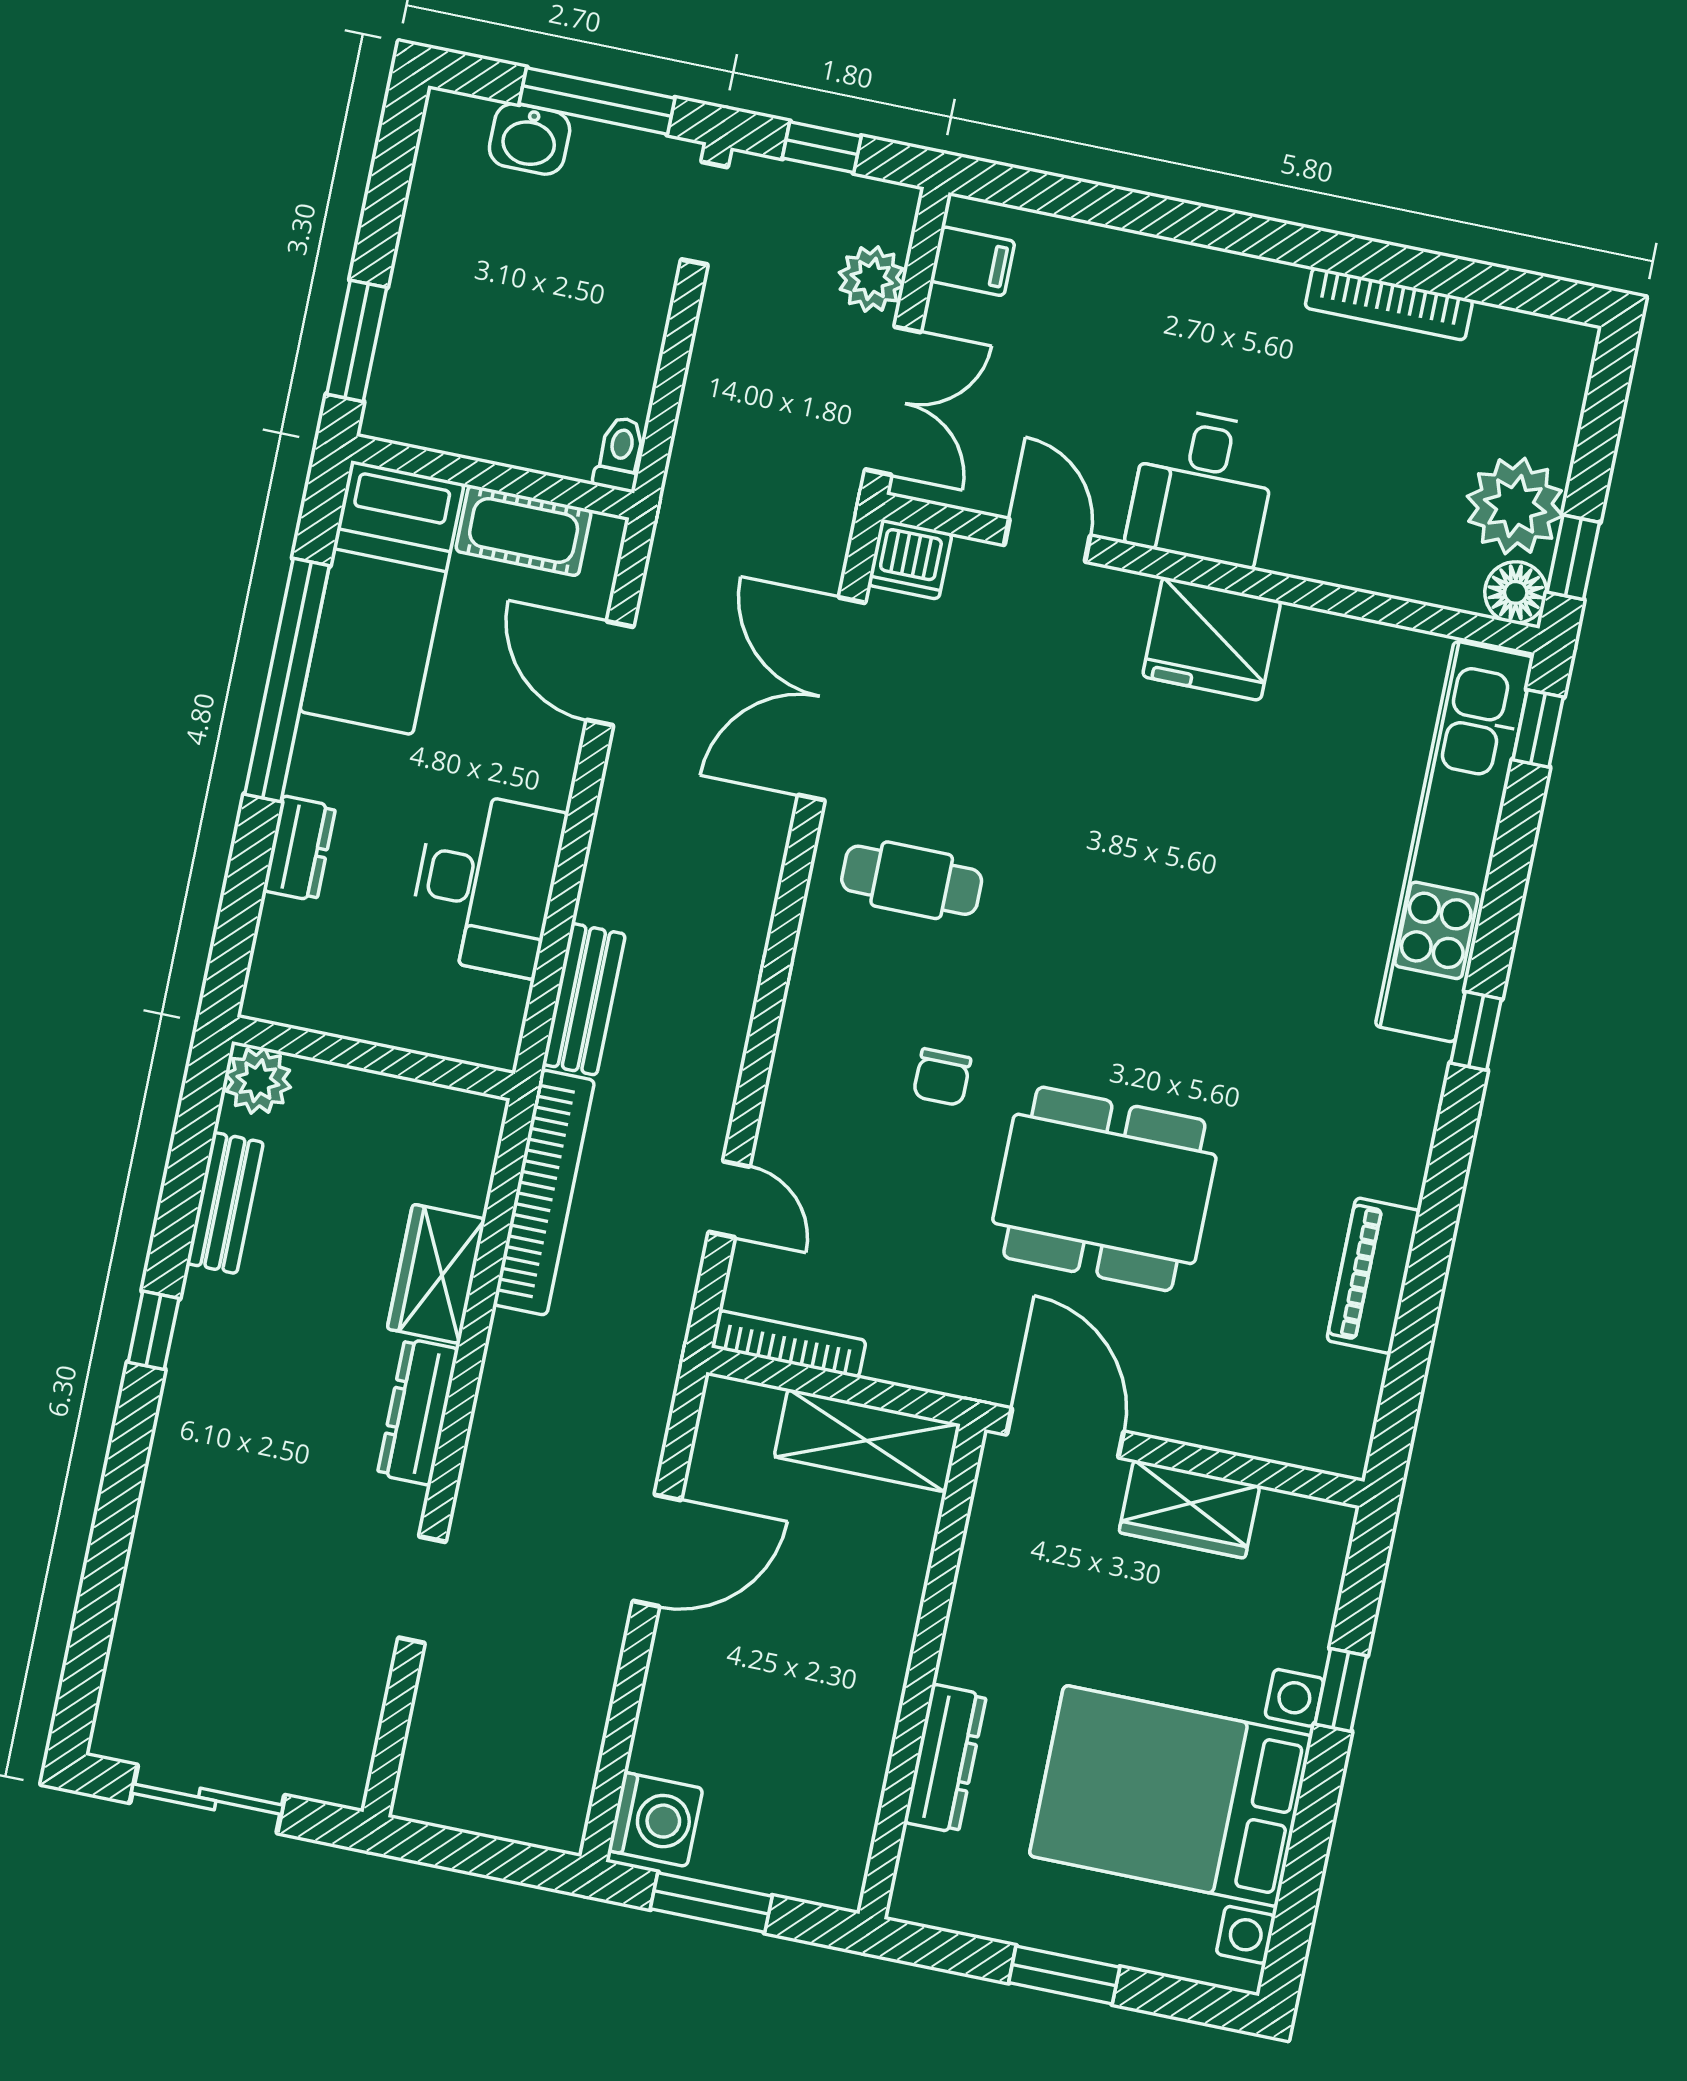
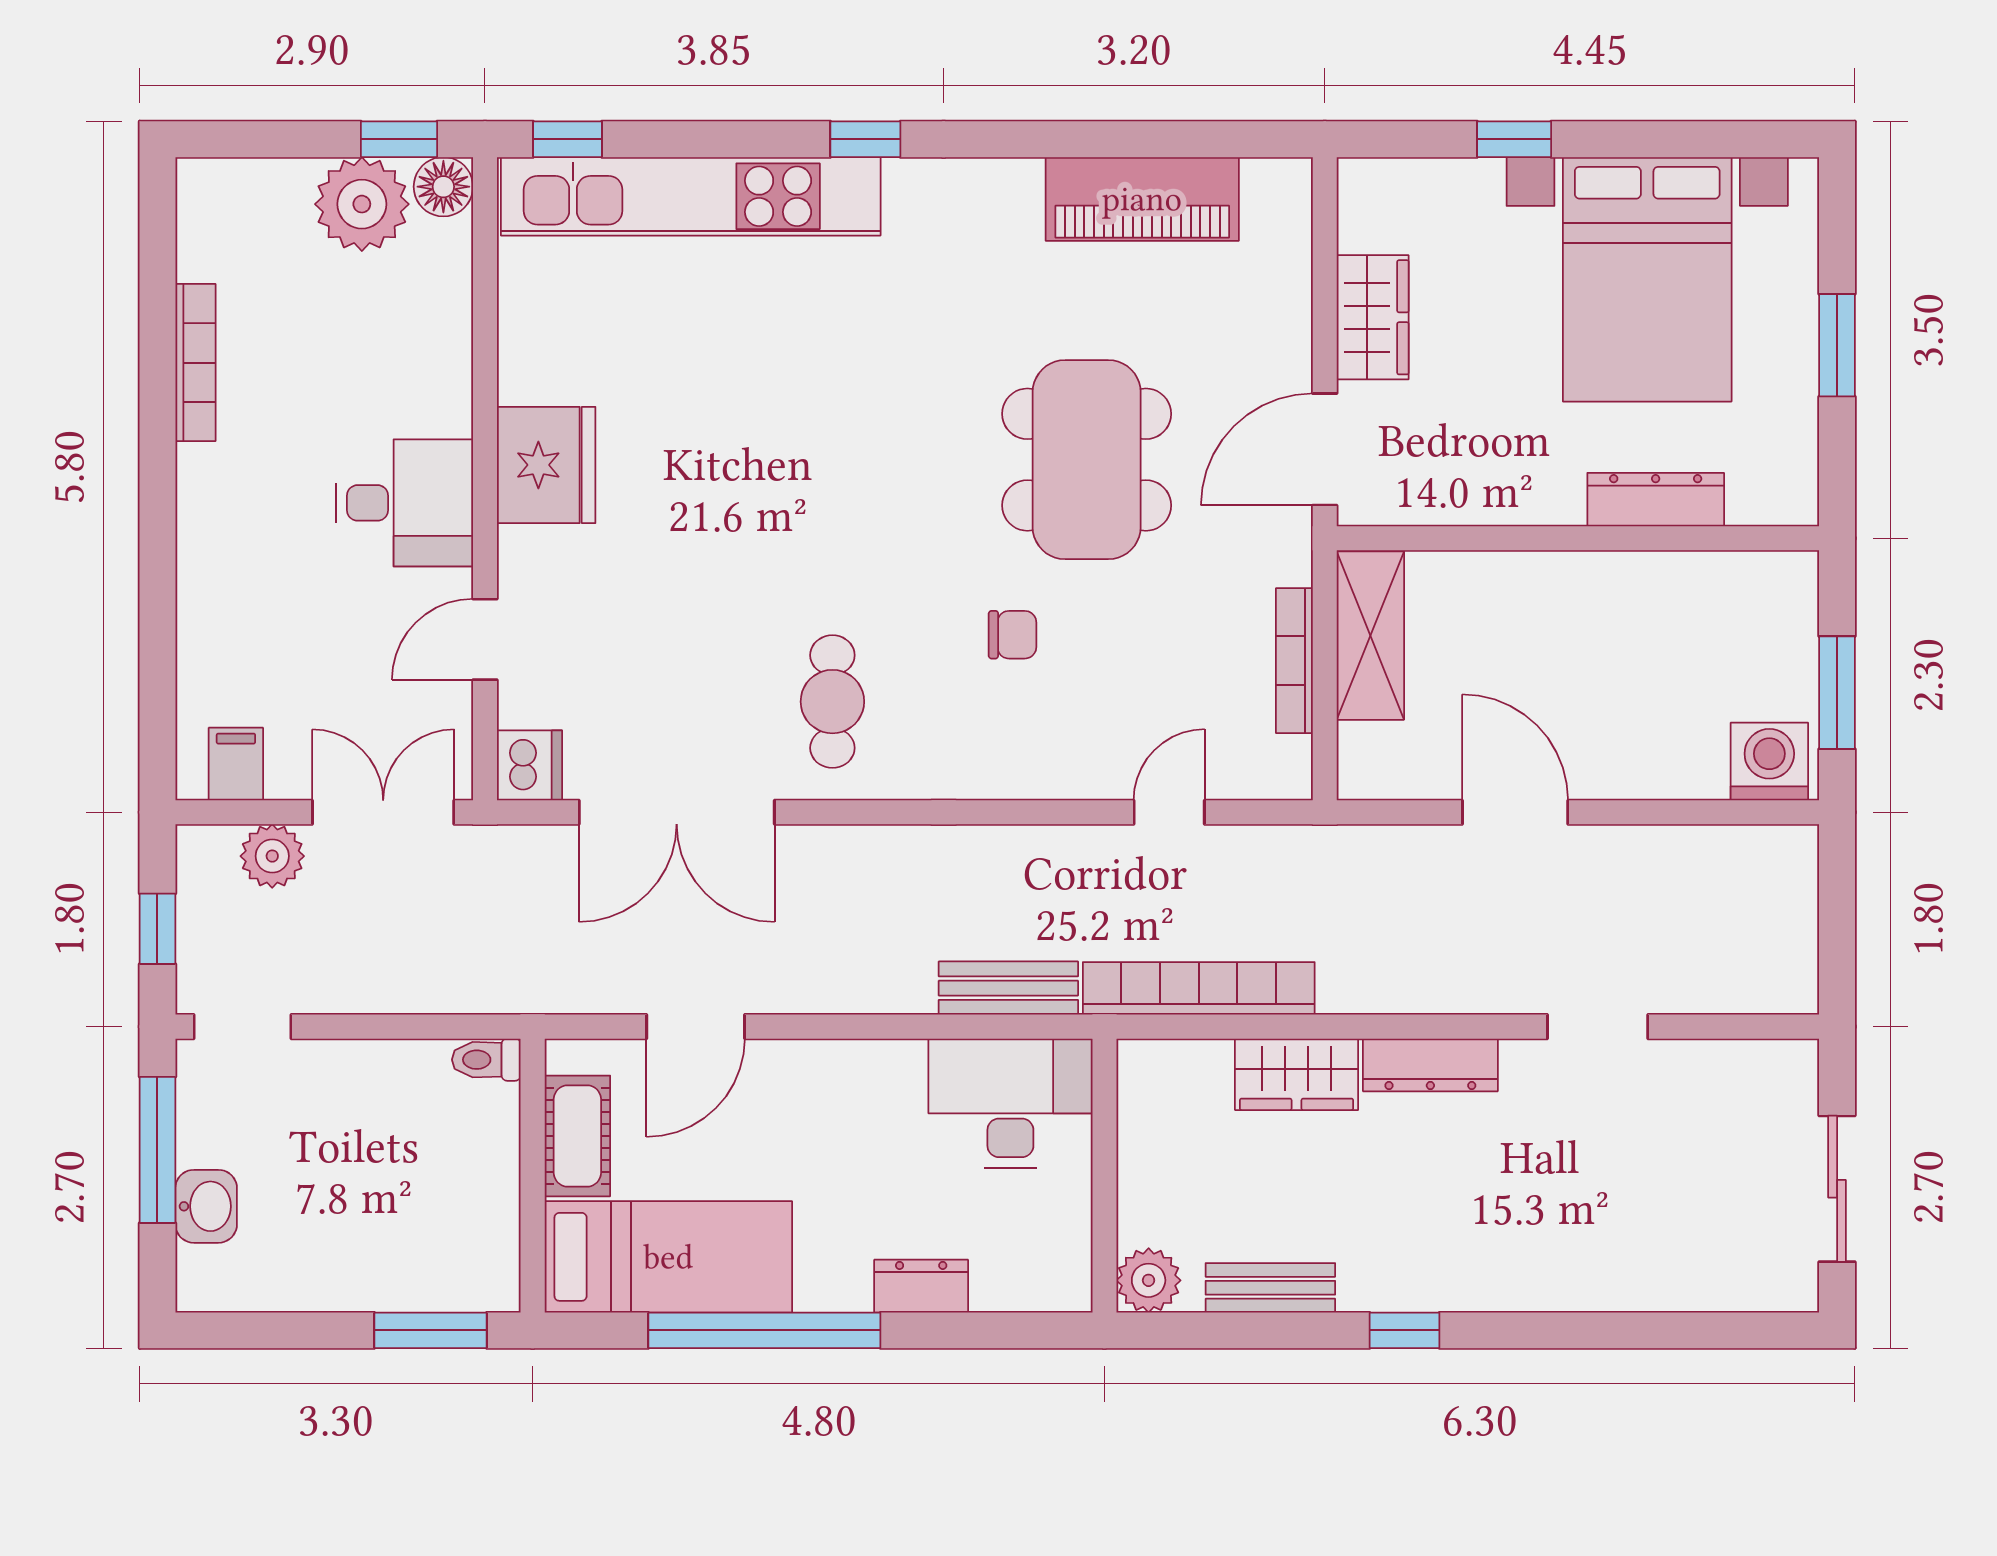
desk: (486, 883) -> (1010, 1103), moved
piano: (1373, 1276) -> (1142, 199), width x1.37, depth x1.33
bookcase: (789, 1344) -> (1294, 661), moved

